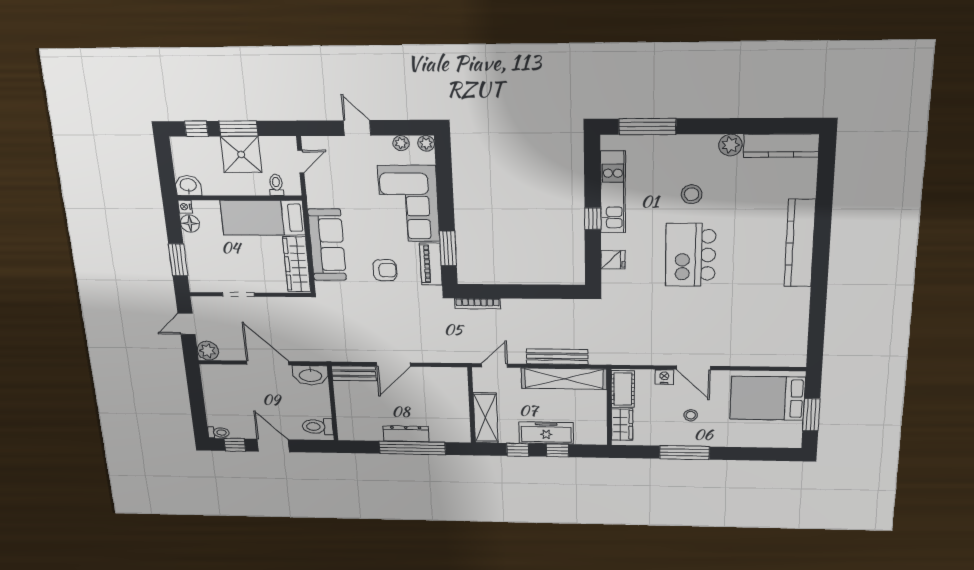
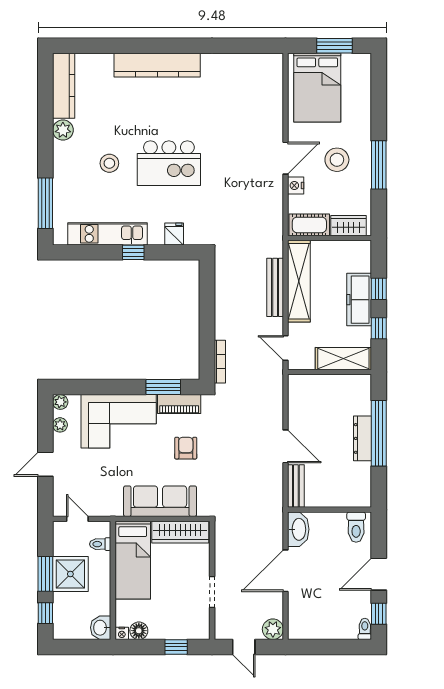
window: (178, 260) -> (176, 647), width x0.67
stool: (691, 415) -> (337, 160), width x1.89, depth x1.89

